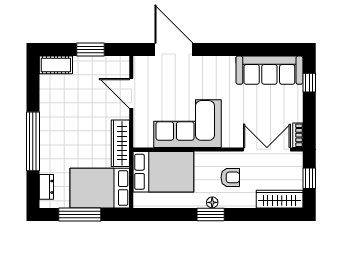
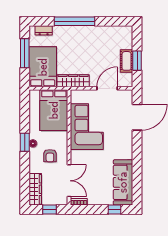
cot: (56, 65) -> (127, 61), moved

